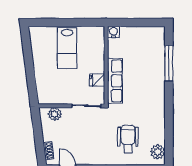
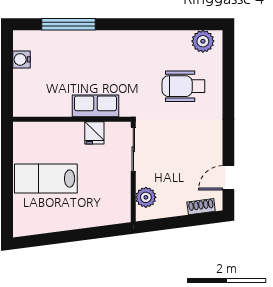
water cooler: (113, 32) -> (22, 59), moved
lab bench: (67, 48) -> (46, 179), turned 180
row of seats: (115, 81) -> (95, 106), width x0.68

